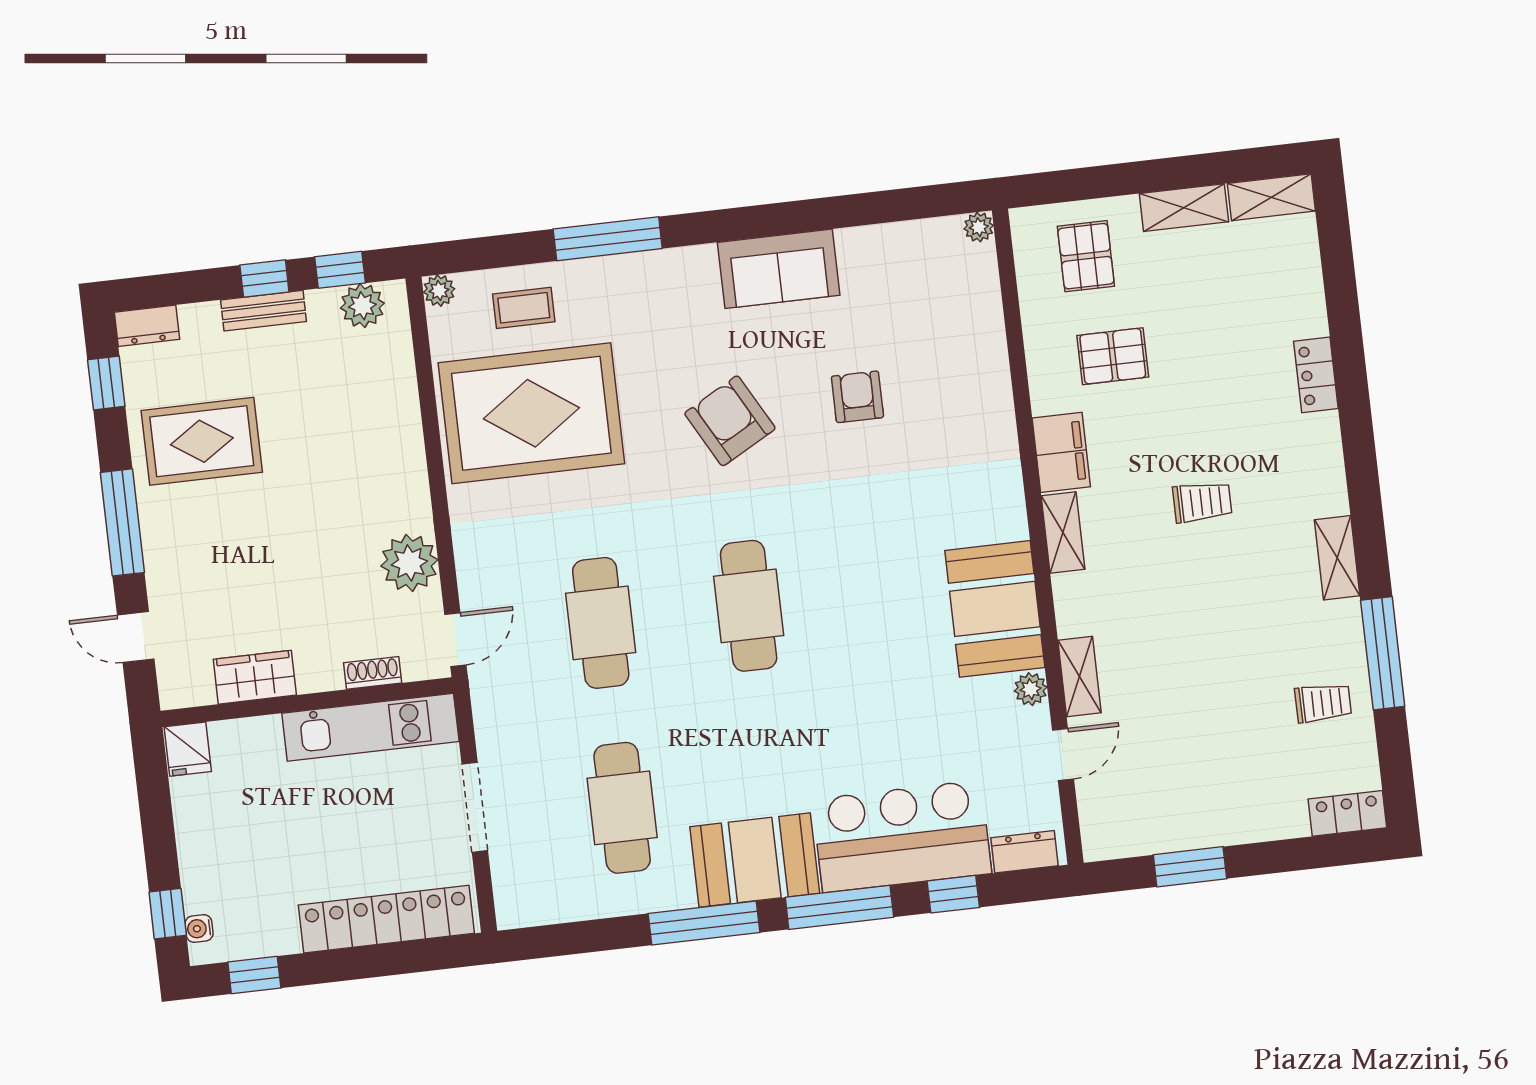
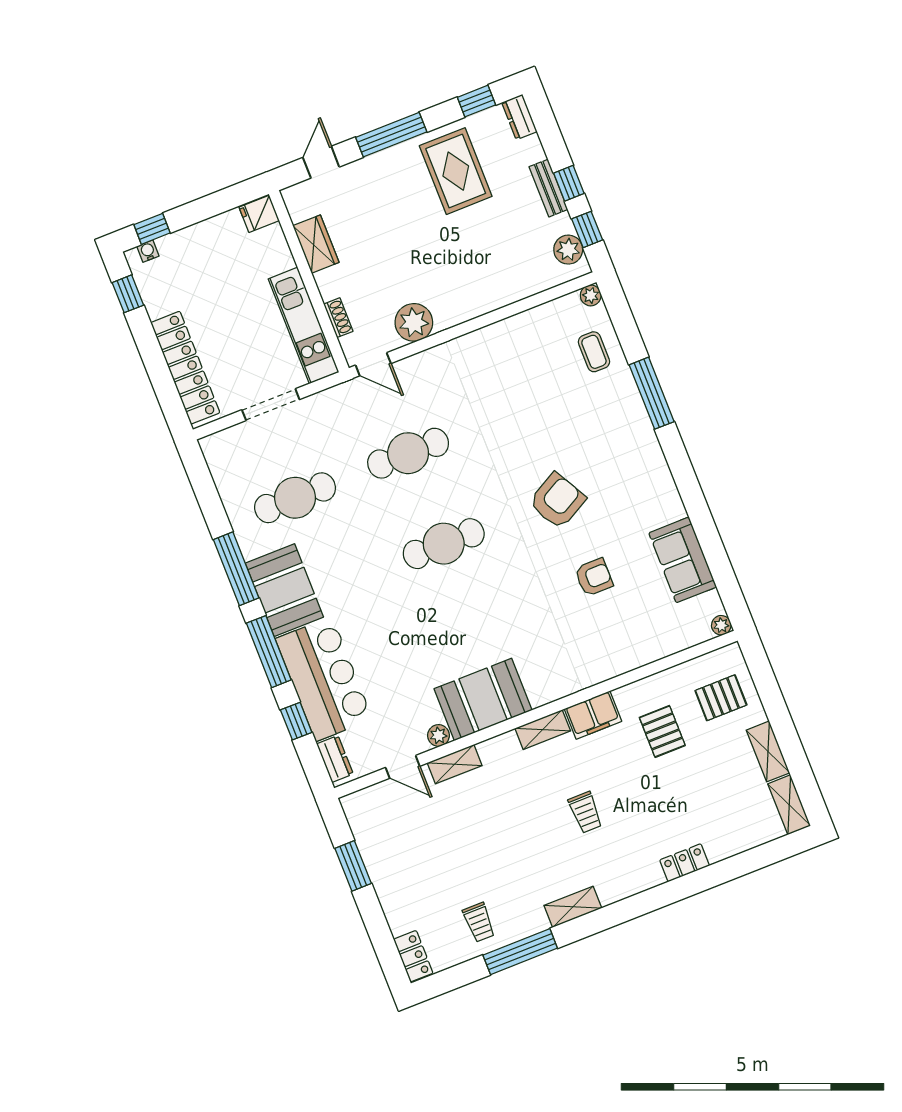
sofa: (779, 269) -> (683, 560), moved
rug: (531, 413) -> (529, 374), removed

